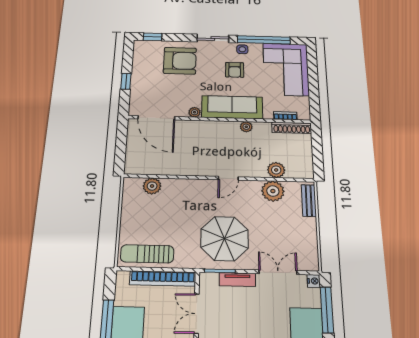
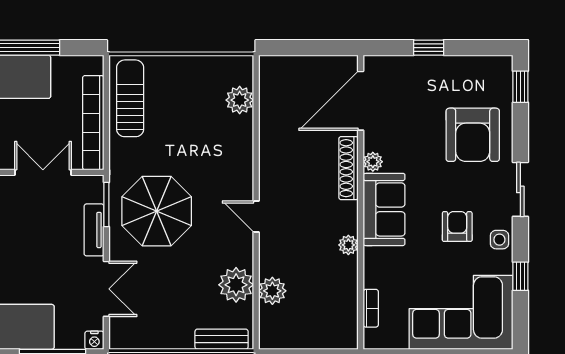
window: (264, 40) -> (520, 276), width x0.32
armchair: (235, 70) -> (457, 227), turned 90
sofa: (232, 107) -> (384, 209), width x0.73
shoe rack: (292, 128) -> (348, 168), moved

